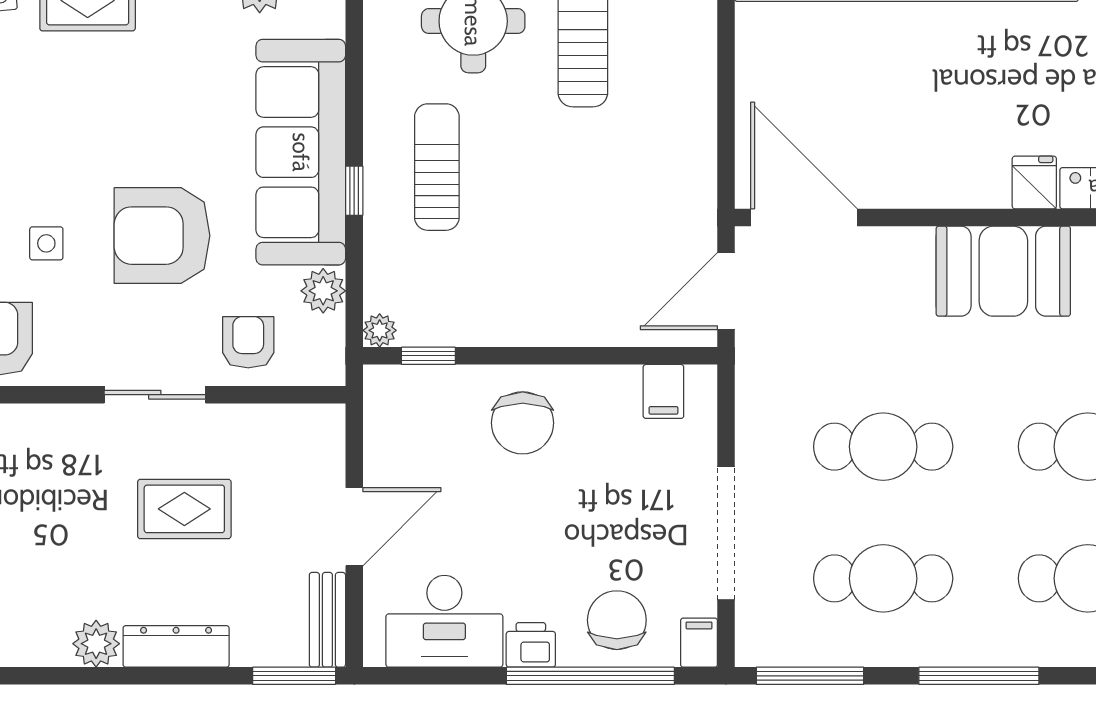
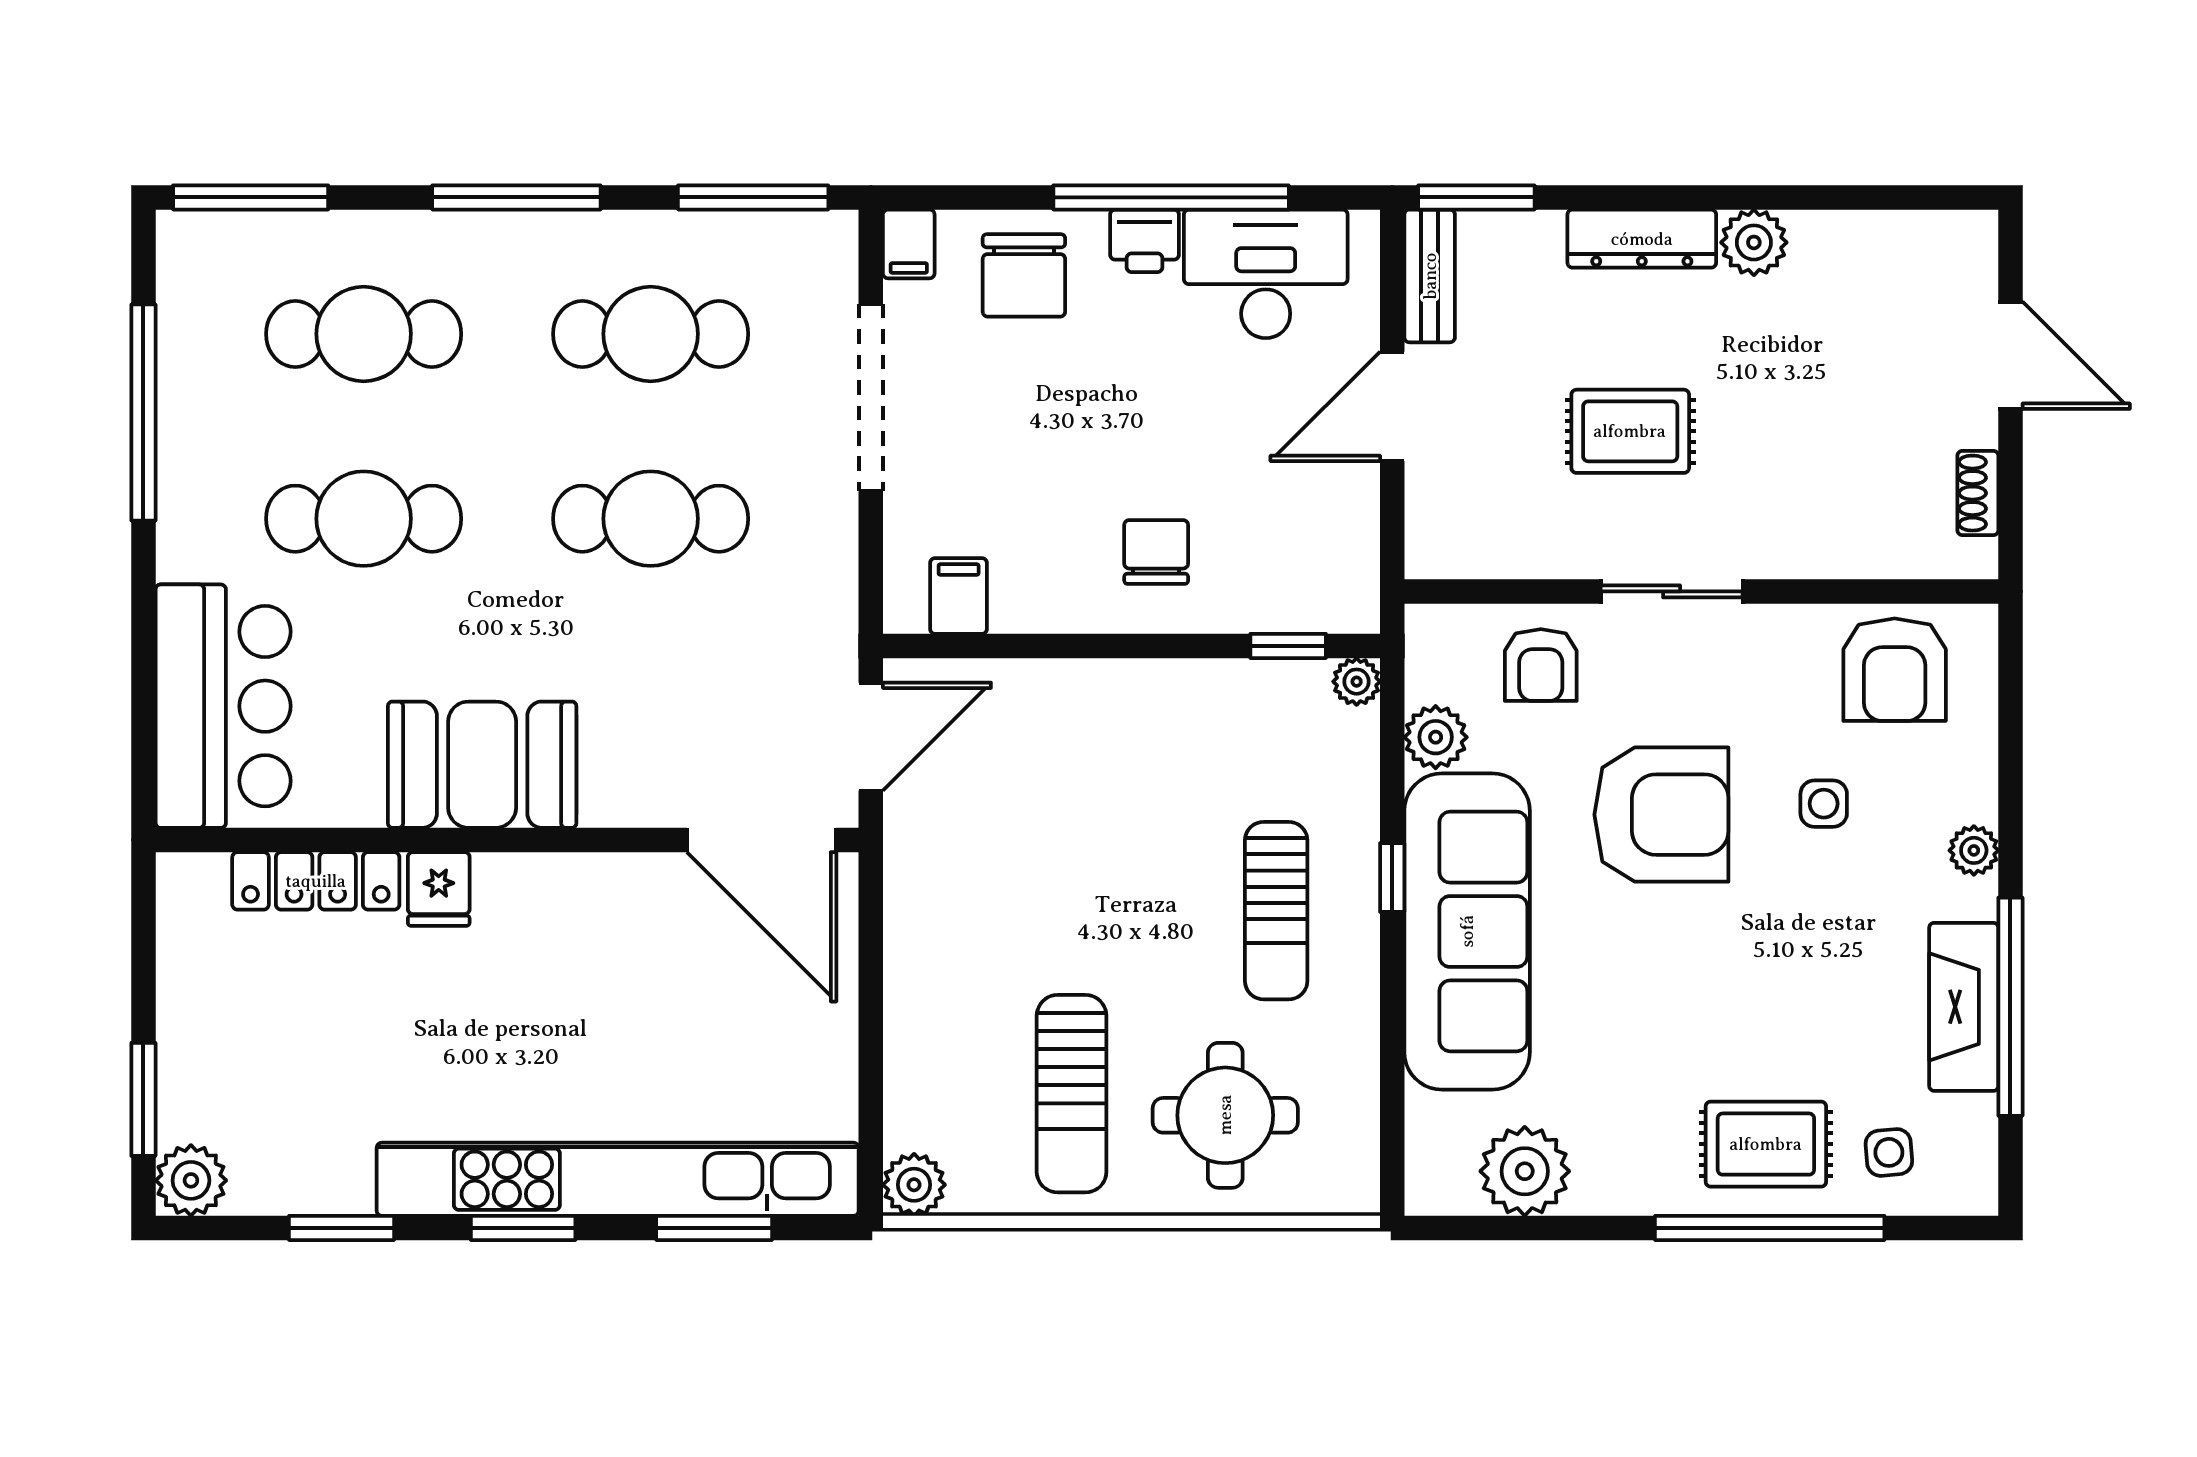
chair: (523, 423) -> (1156, 552), width x0.73, depth x0.73
window: (590, 676) -> (1171, 197), moved

